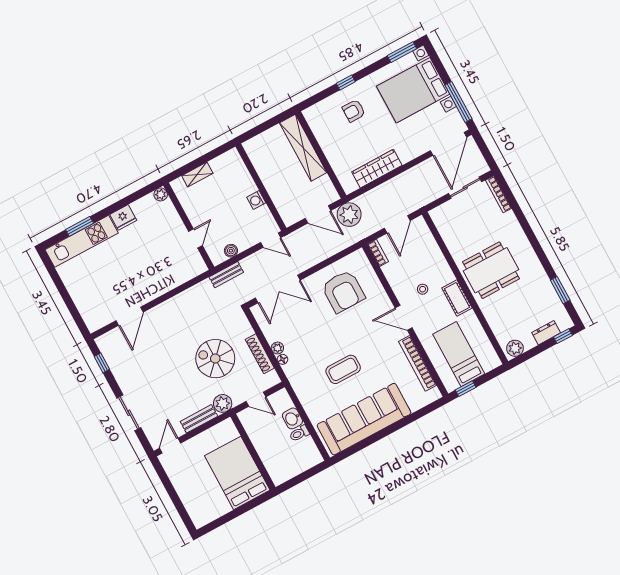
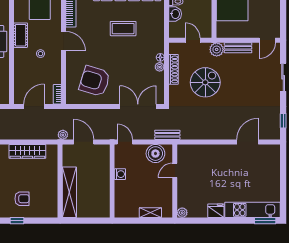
plant: (349, 215) -> (63, 135), width x0.53, depth x0.53
window: (80, 226) -> (265, 221), moved
boiler: (231, 251) -> (155, 154), width x1.86, depth x1.86
armchair: (343, 291) -> (95, 81), turned -73
spiral stairs: (215, 359) -> (205, 82), turned -90

